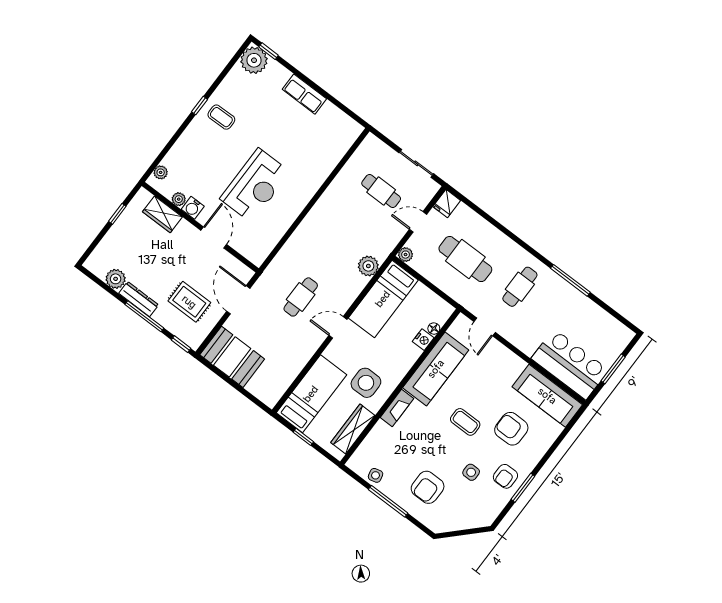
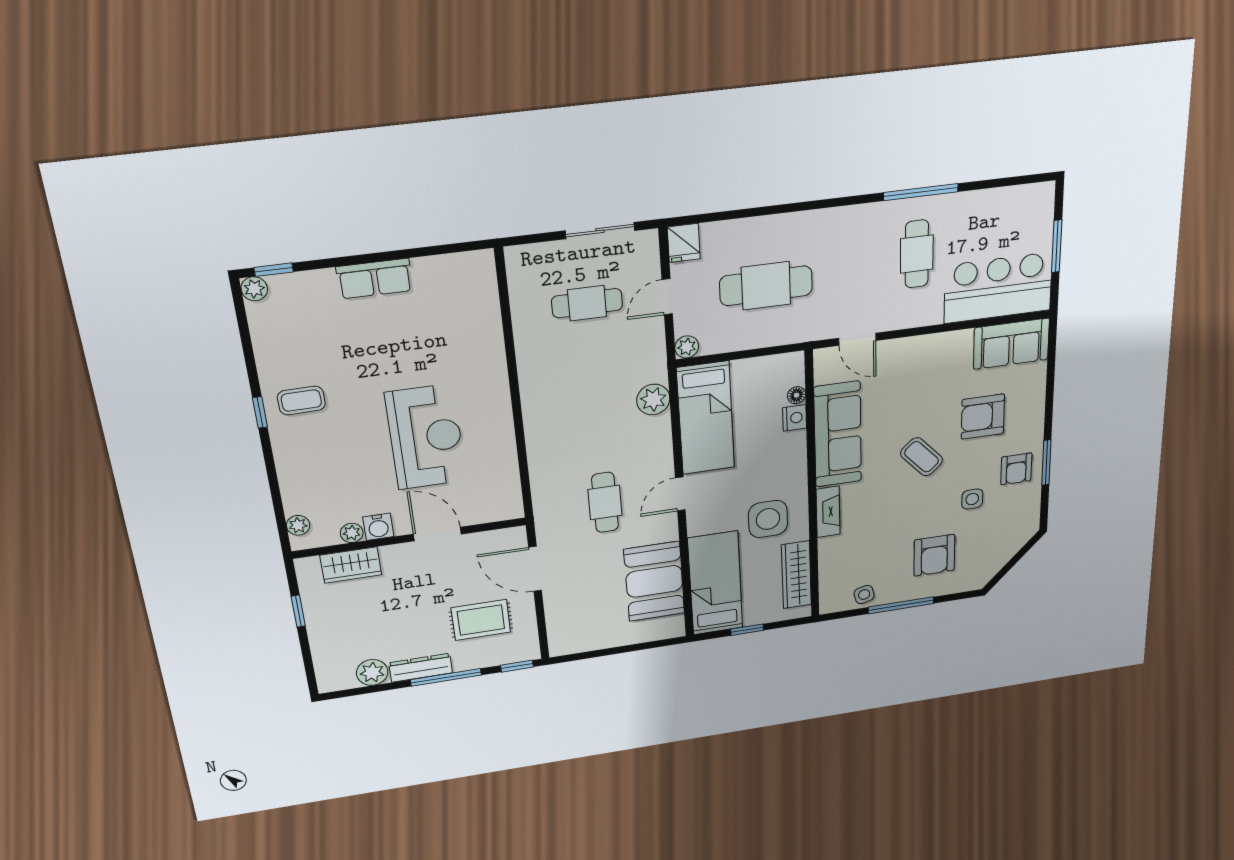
plant: (254, 60) -> (254, 289), width x0.53, depth x0.53
cafe table: (520, 287) -> (917, 254), moved
booth: (232, 357) -> (654, 581), moved, turned 90
sofa: (547, 396) -> (1011, 344), width x0.73
coffee table: (465, 422) -> (922, 457), turned 47

